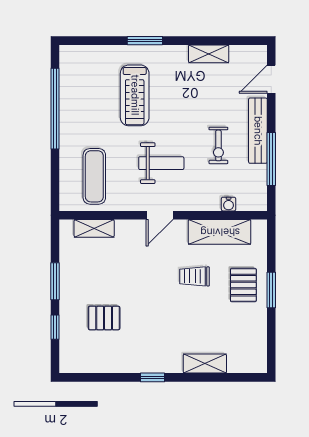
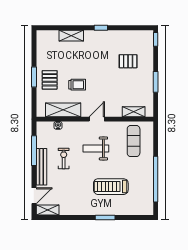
shelving: (209, 54) -> (48, 210), moved
treadmill: (135, 95) -> (111, 187), turned -90
window: (55, 327) -> (156, 39), moved

